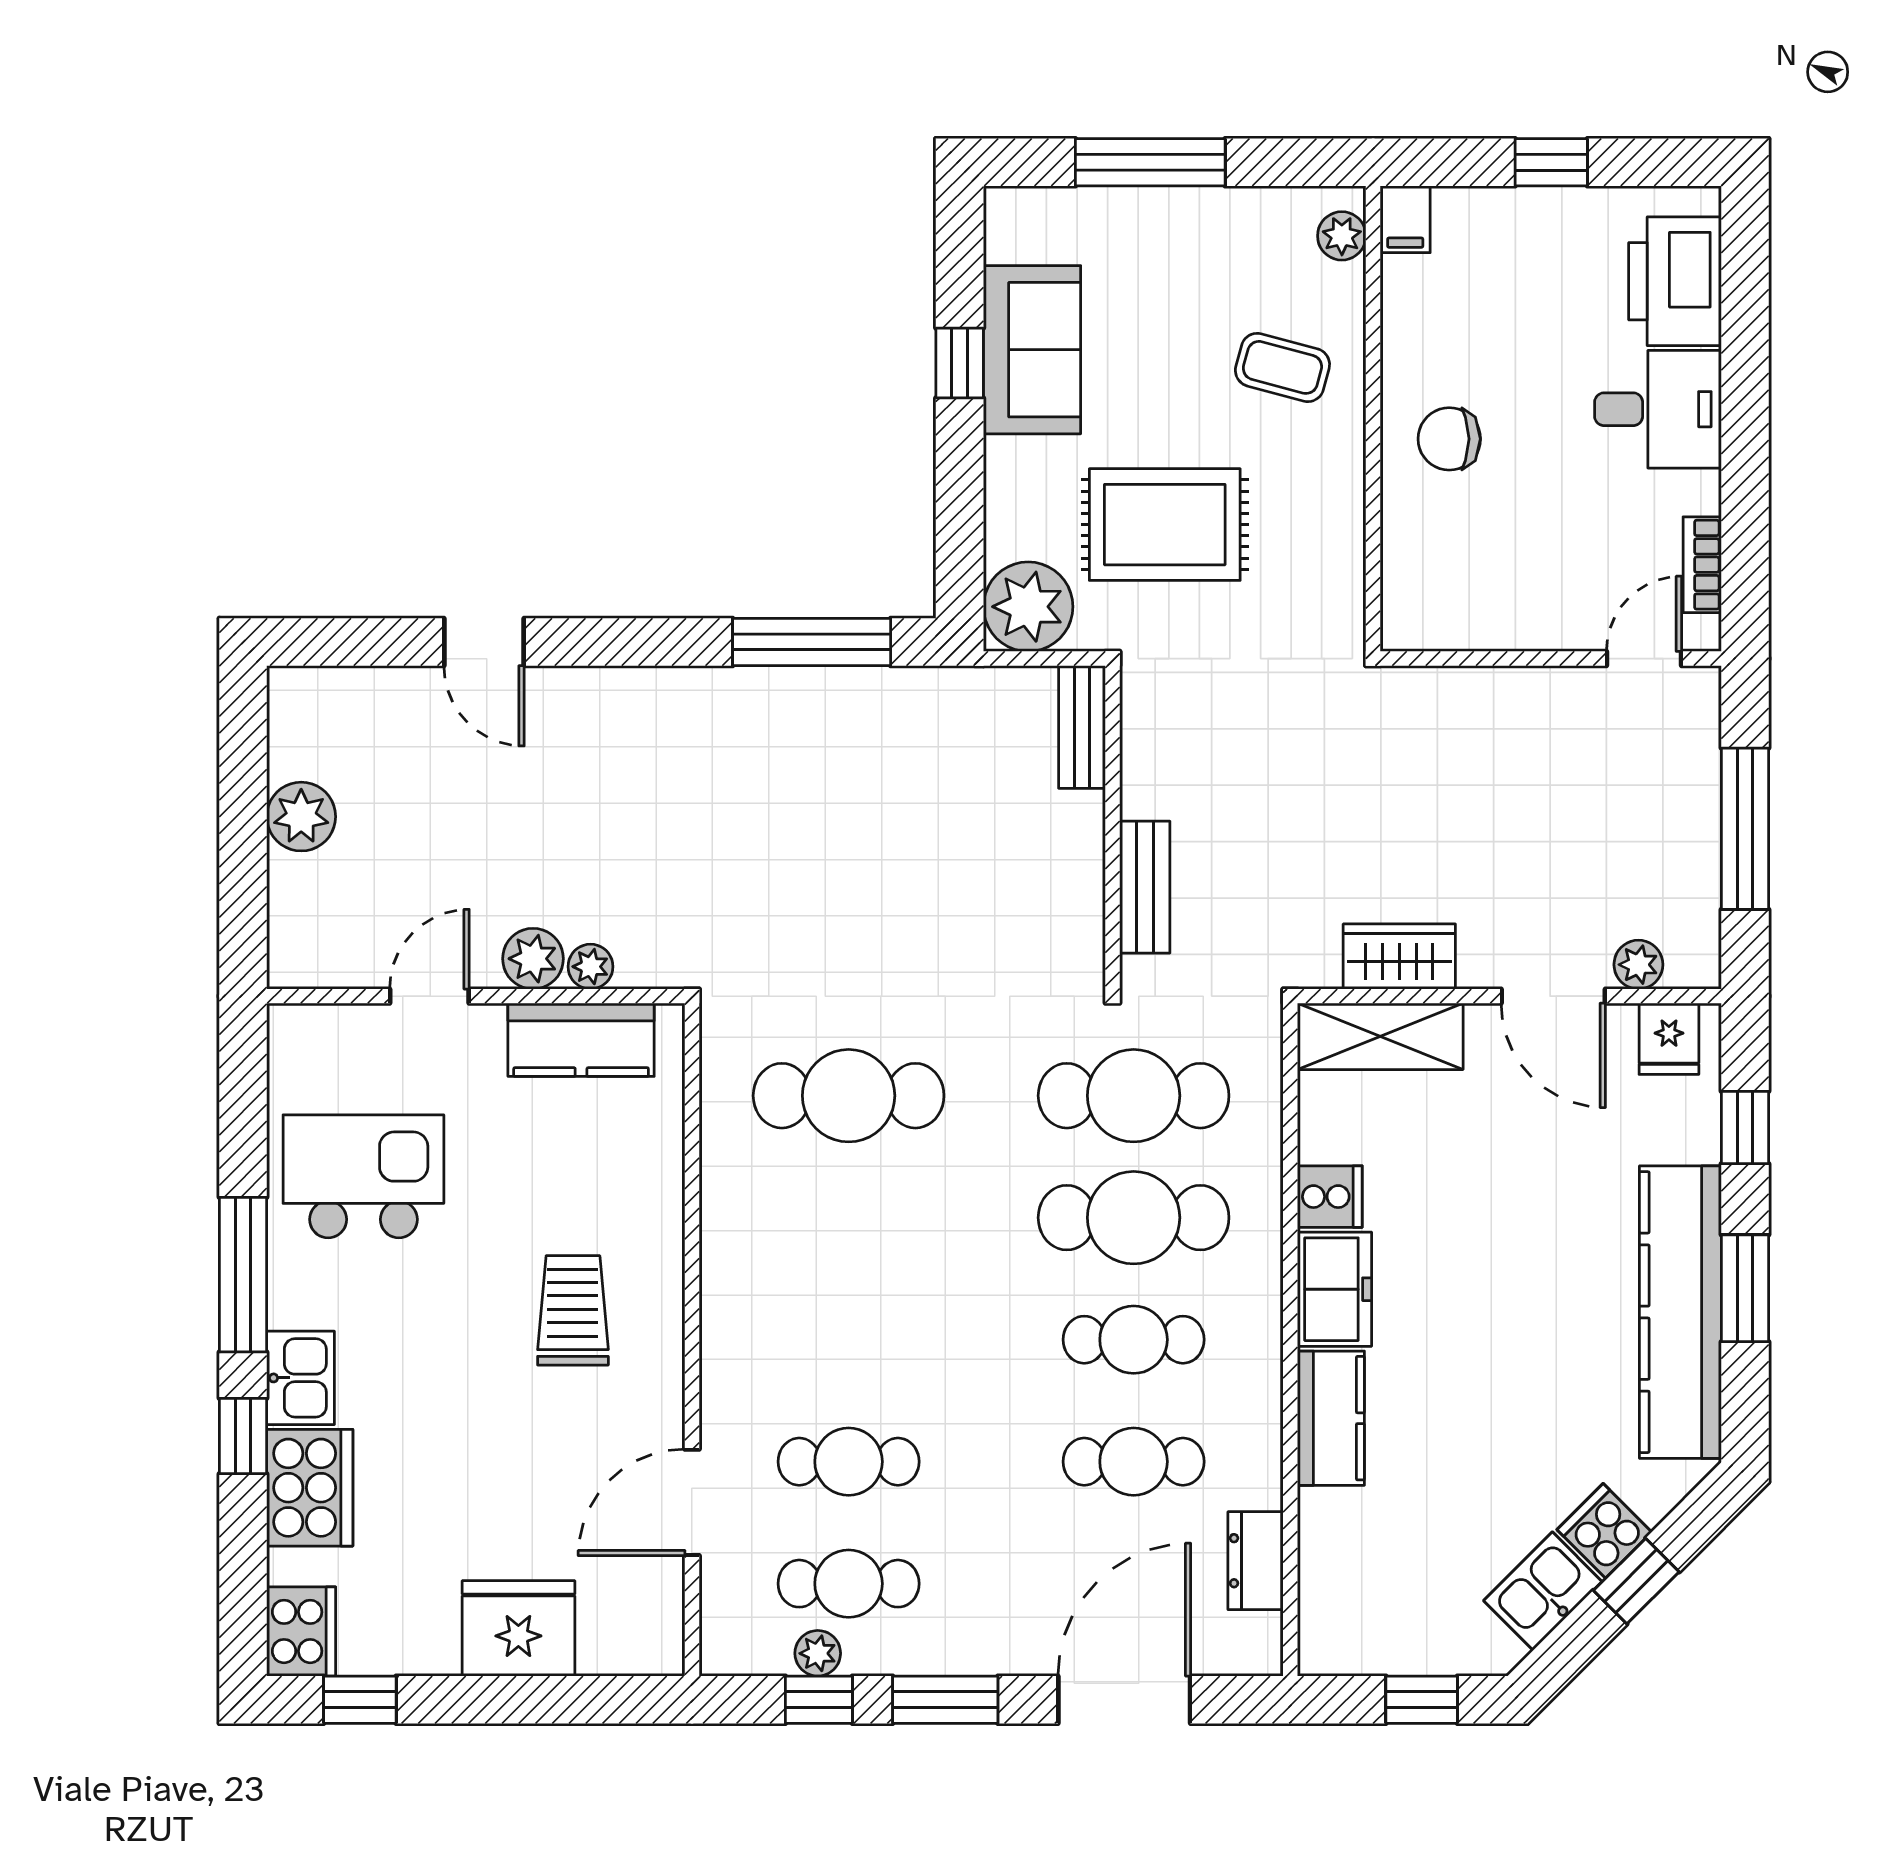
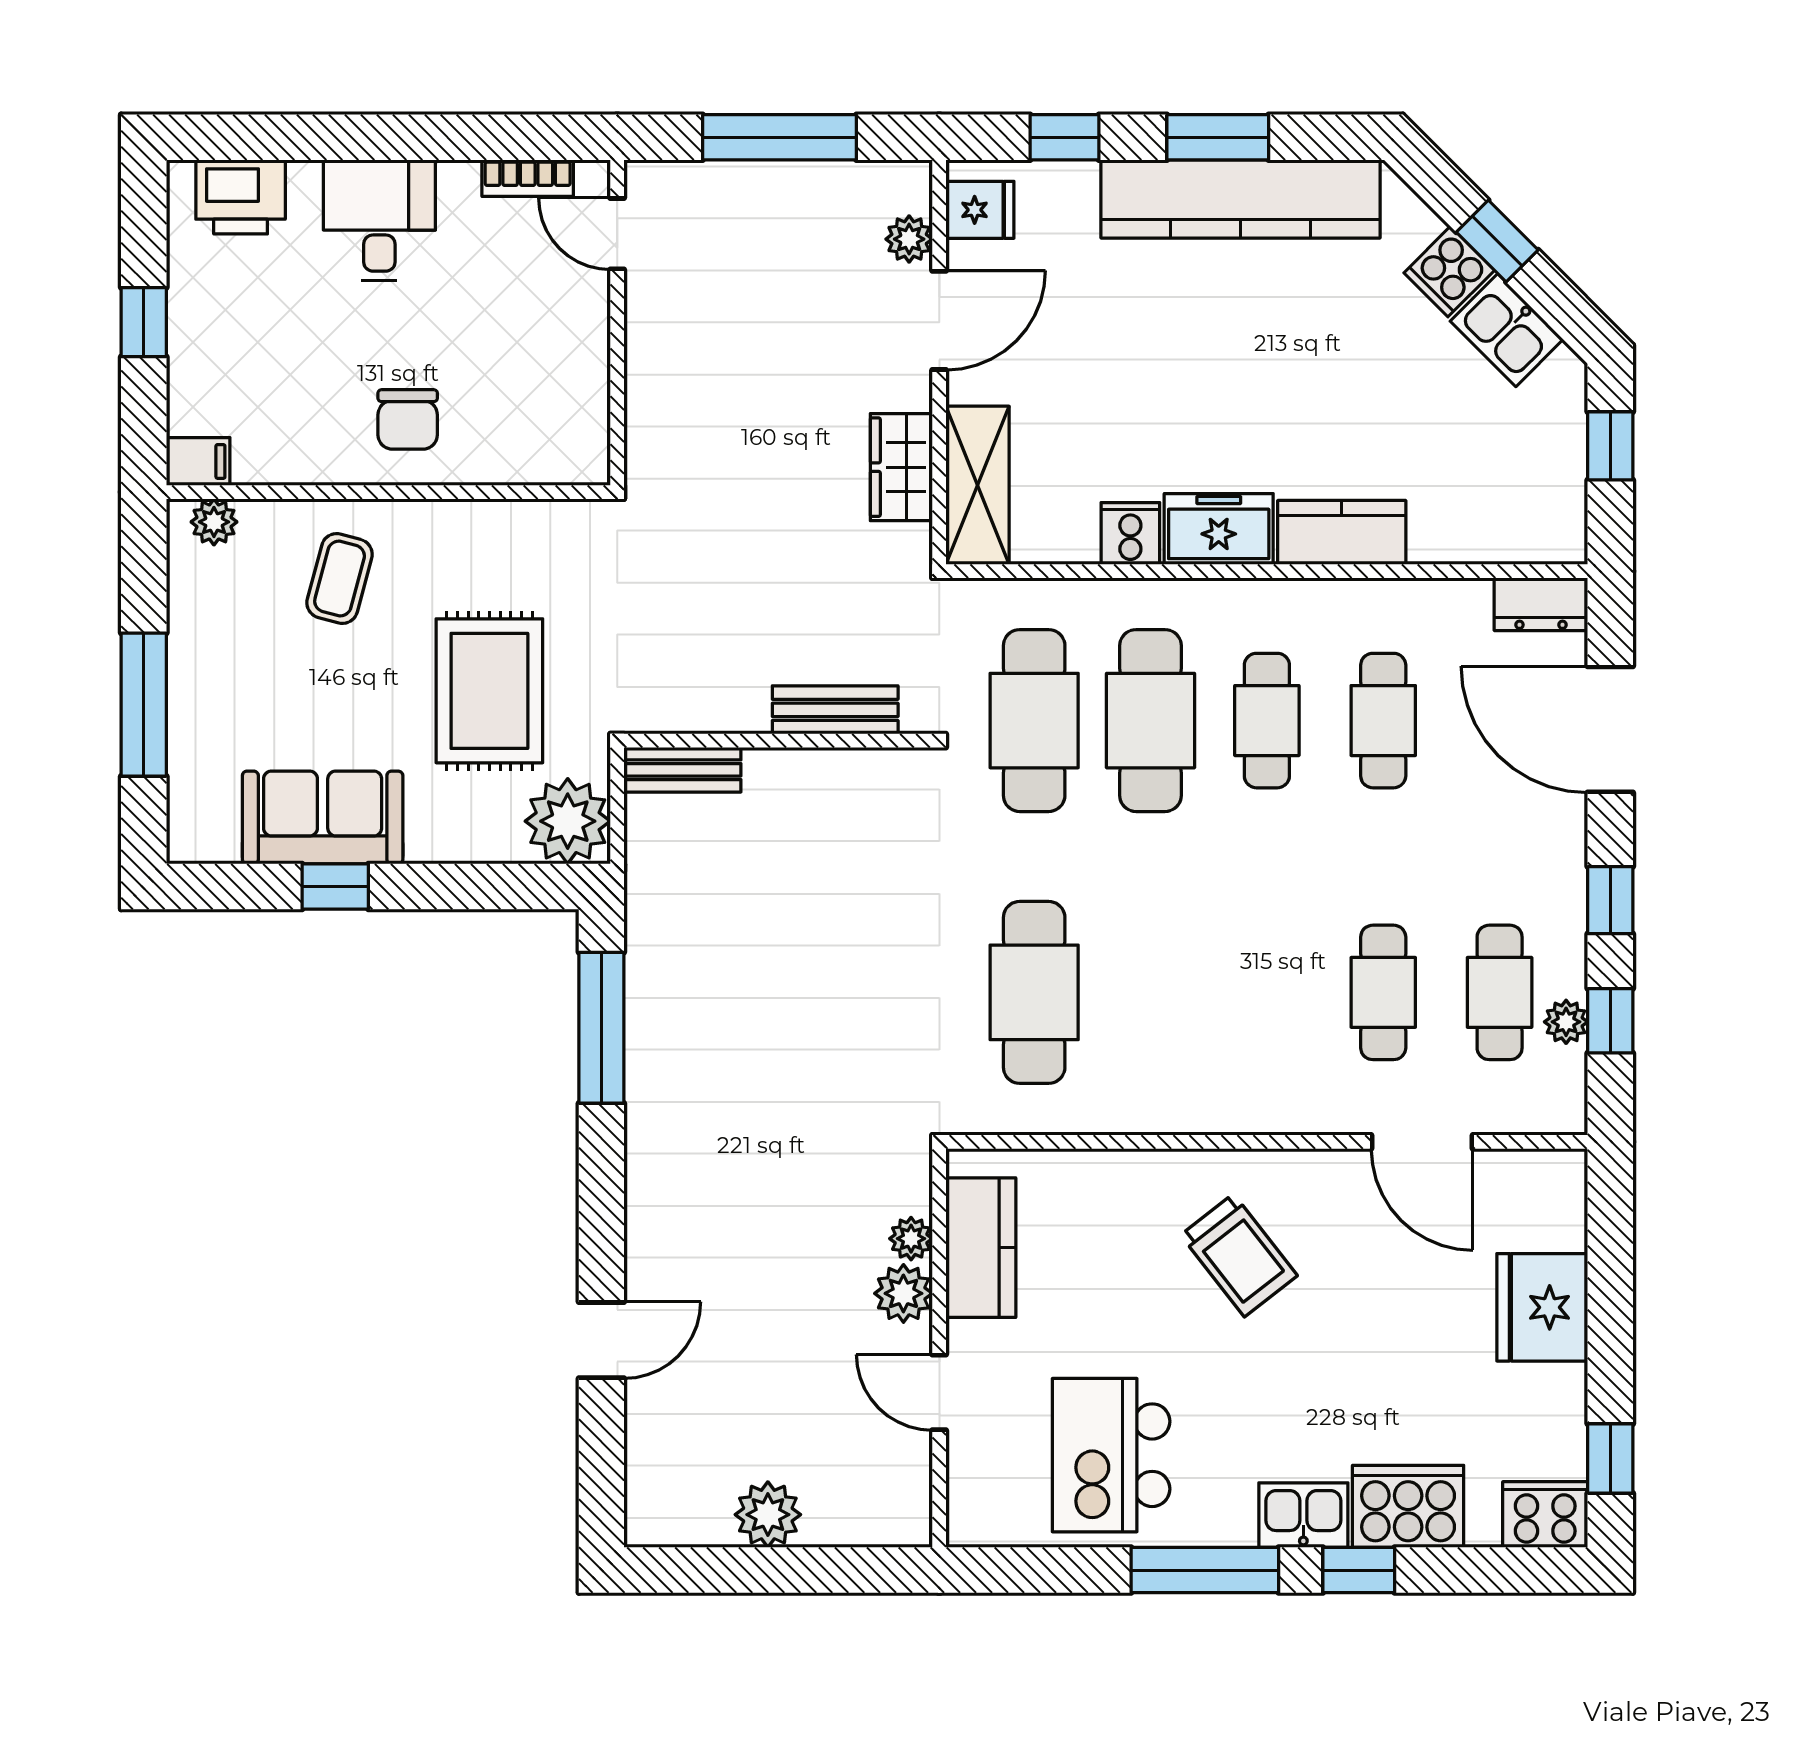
printer: (1675, 281) -> (241, 197), width x0.73, depth x0.84
trolley: (573, 1310) -> (1239, 1255), turned -128
dresser: (1255, 1561) -> (1541, 604), moved
window: (945, 1700) -> (1610, 900), width x0.67

